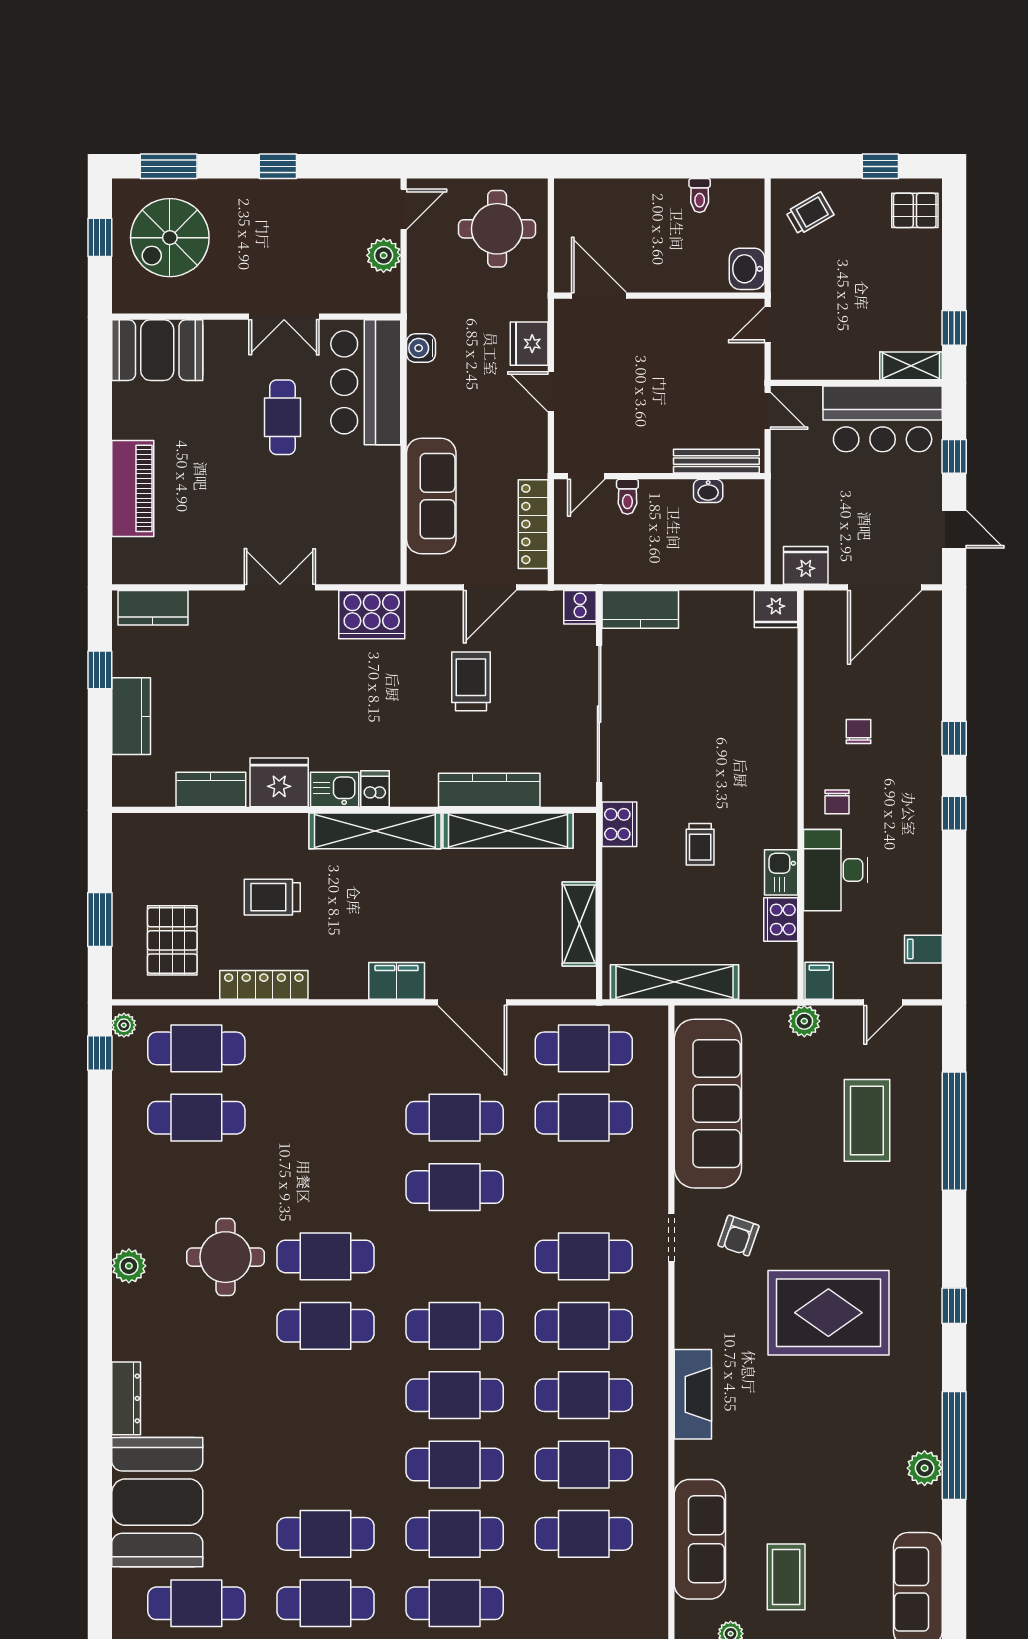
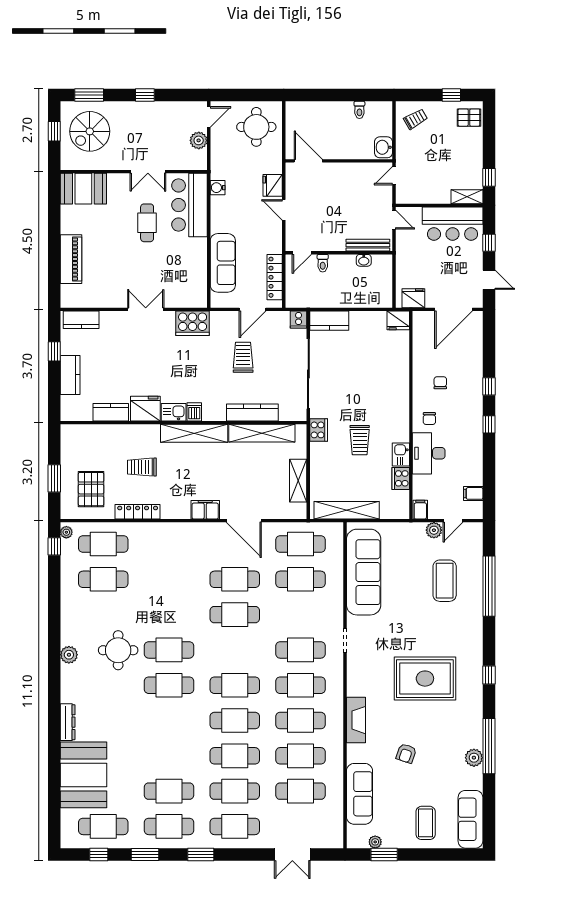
trolley: (700, 844) -> (360, 440), width x1.36, depth x1.39
plant: (804, 1021) -> (434, 530), moved
armchair: (738, 1236) -> (406, 753), moved
coffee table: (786, 1577) -> (426, 823), moved

